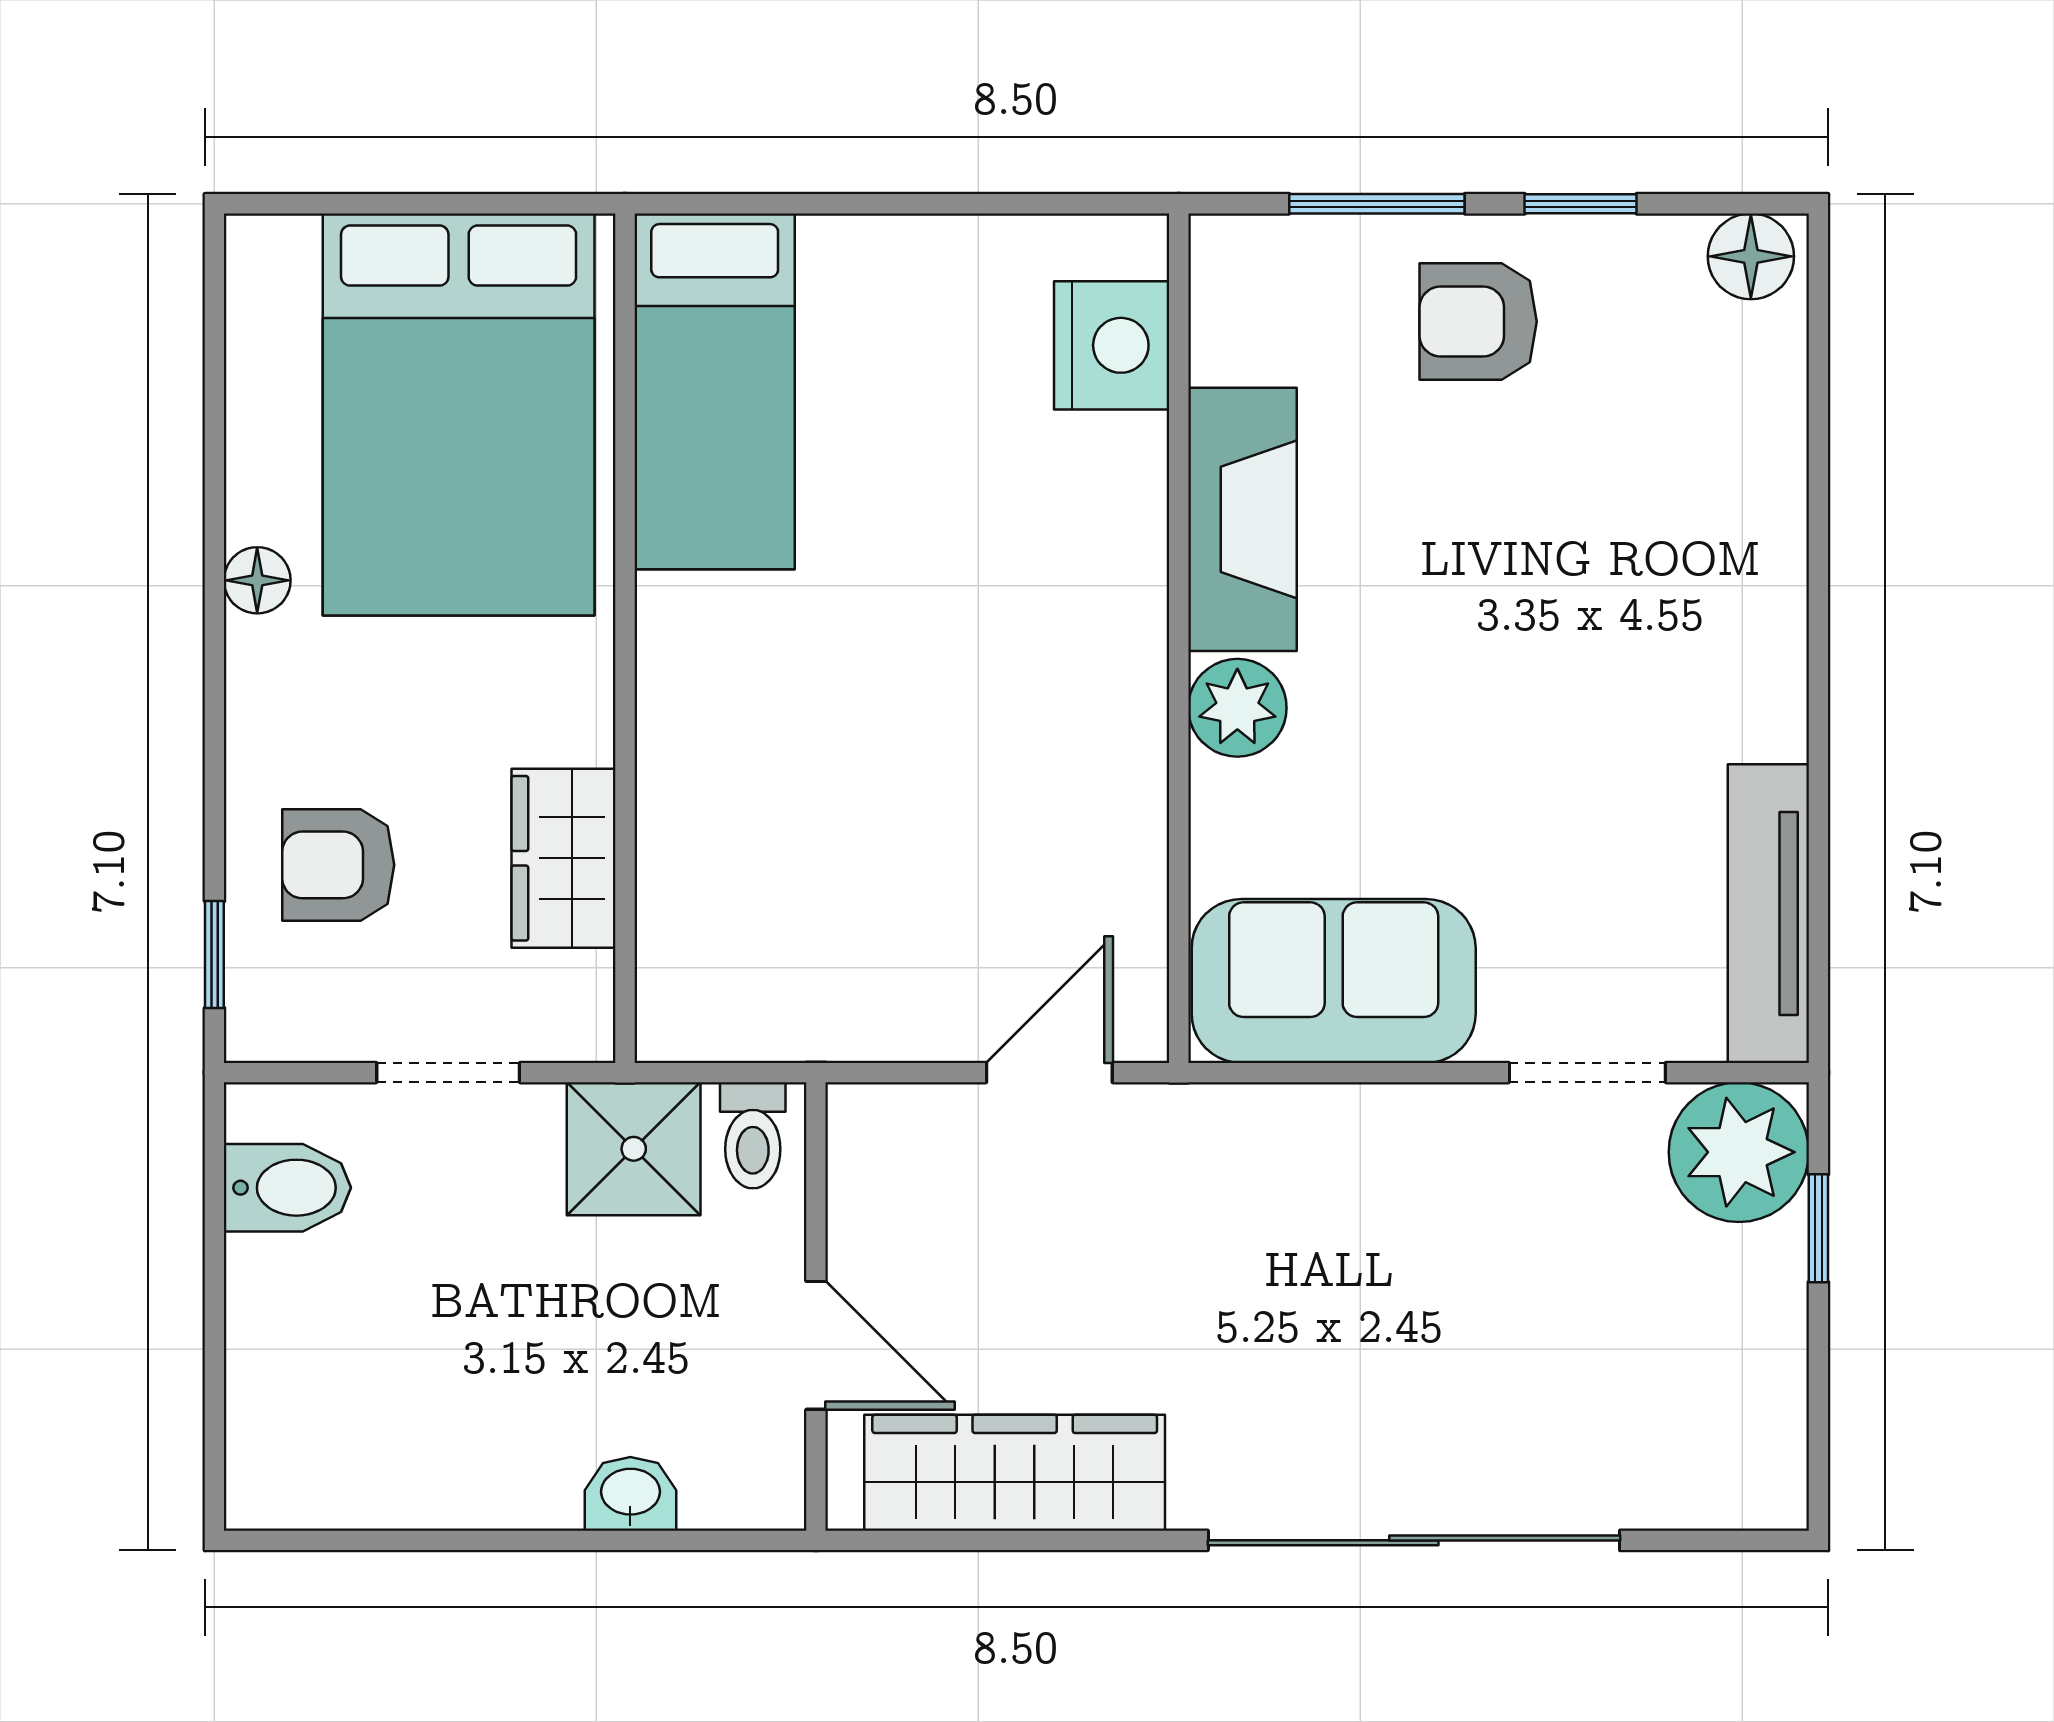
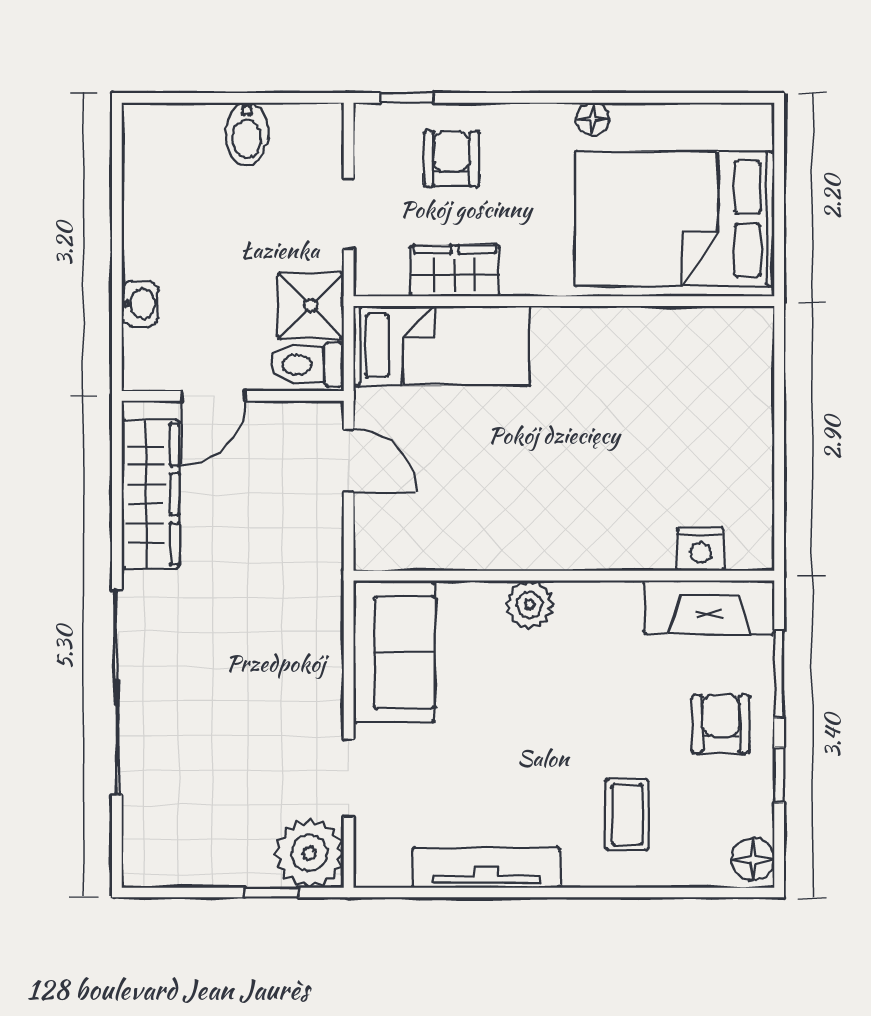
nightstand: (1112, 345) -> (701, 549), width x0.74, depth x0.75
bed: (715, 391) -> (442, 346), moved, turned 180
coffee table: (1661, 511) -> (627, 815), added
fireplace: (1242, 519) -> (709, 607), moved
tv unit: (1768, 914) -> (486, 868), moved
door: (1049, 1073) -> (349, 461), moved
toilet: (753, 1135) -> (307, 365), width x1.37, depth x1.39
bidet: (287, 1188) -> (247, 134), moved

